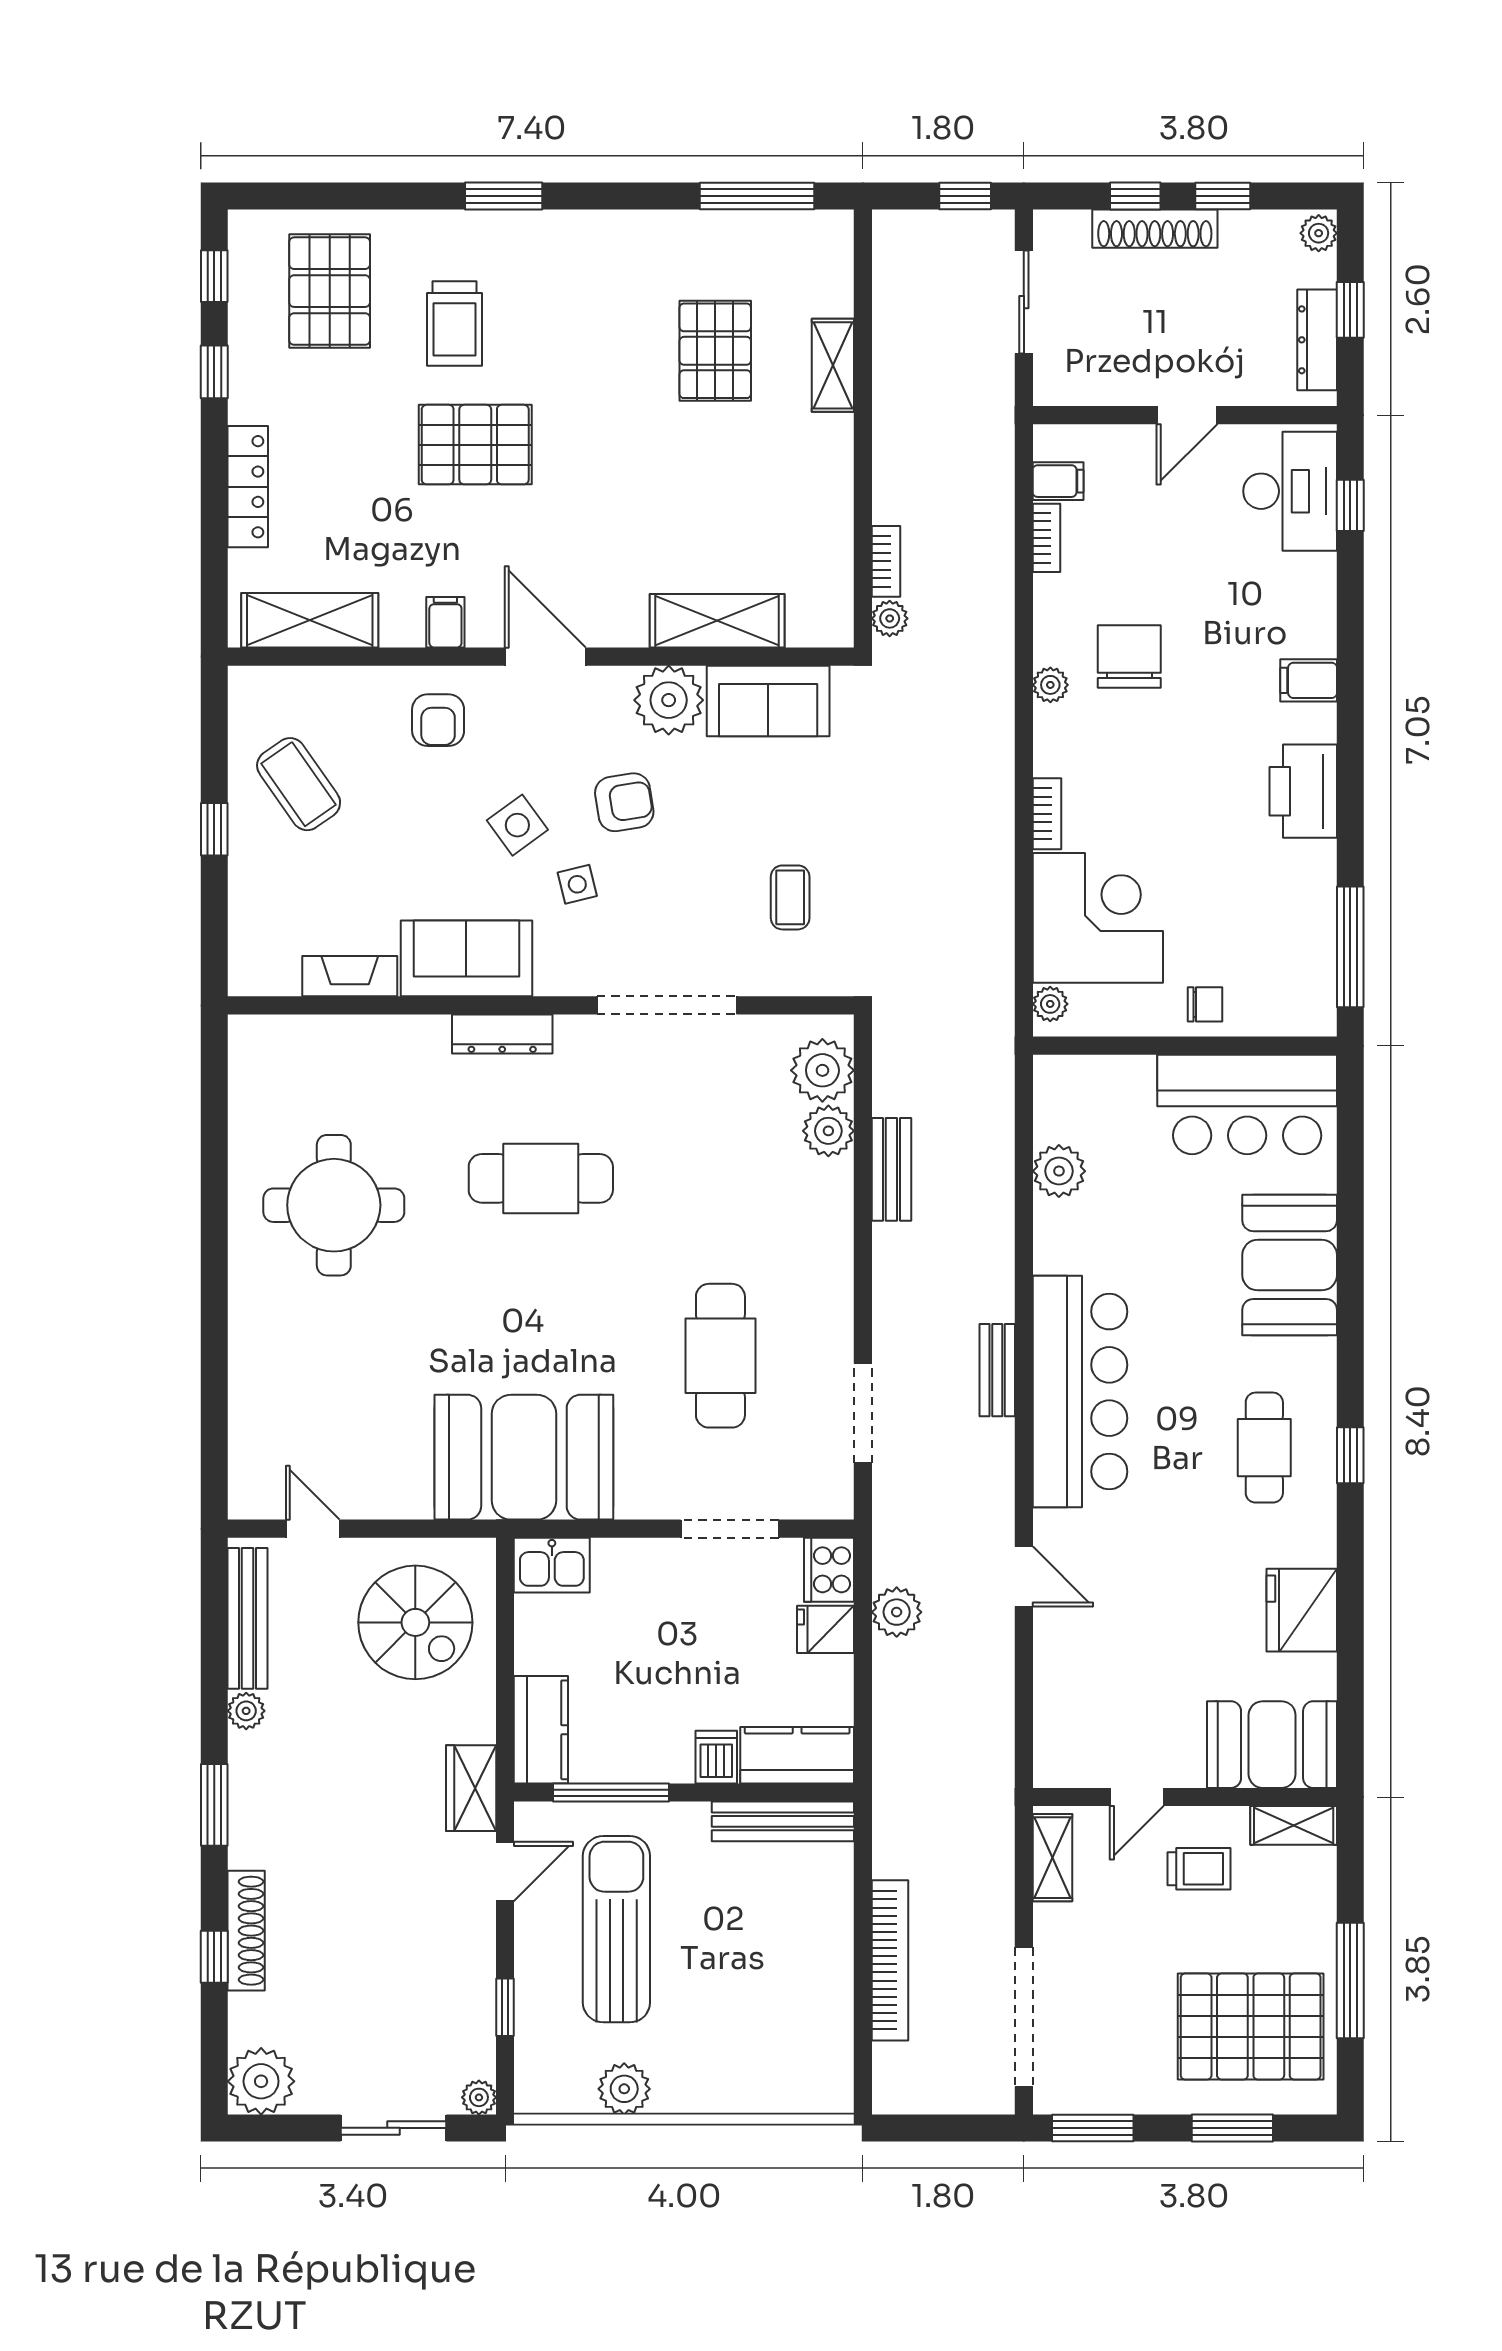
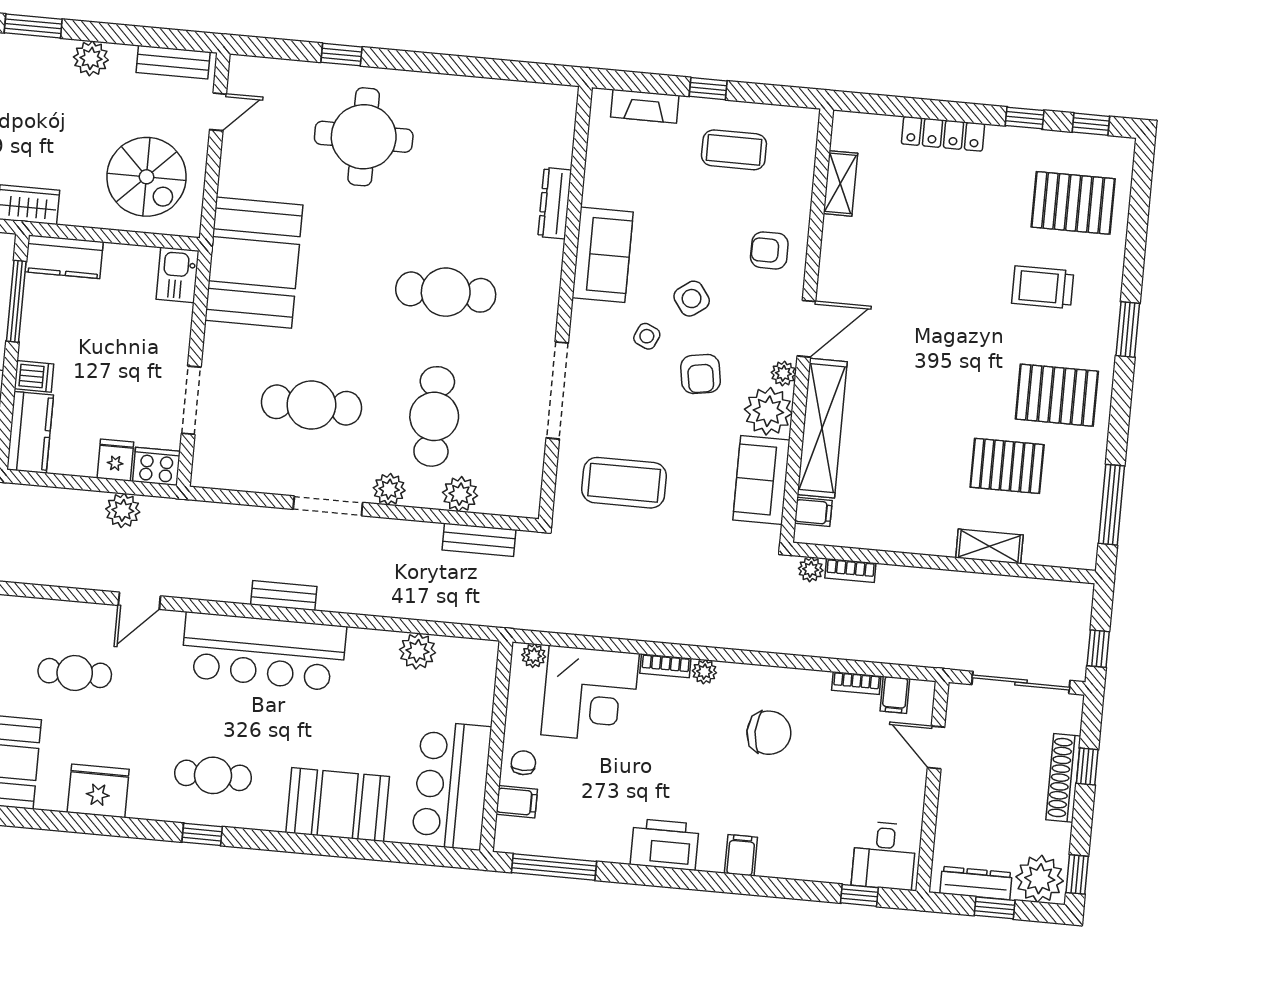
window: (1223, 196) -> (1077, 874), moved
plant: (1319, 233) -> (1040, 879), width x1.88, depth x1.88
sliding door: (1024, 302) -> (1021, 683), width x1.37
door: (1187, 415) -> (936, 747), moved
pallet: (475, 445) -> (1057, 395), moved, turned 90
desk: (1290, 491) -> (884, 856), width x0.73
shelving: (310, 620) -> (840, 183), width x0.67, depth x0.75
shelving: (717, 621) -> (822, 428), width x1.47
filing cabinet: (445, 622) -> (813, 512), moved
plant: (612, 683) -> (783, 373), added
plant: (1050, 685) -> (704, 672), moved
coffee table: (299, 784) -> (734, 150), turned 35
side table: (577, 884) -> (647, 336), turned 38
coffee table: (790, 897) -> (624, 483), width x1.86, depth x1.72
fireplace: (350, 976) -> (645, 106), moved, turned 90
chair: (1205, 1004) -> (523, 763), turned 180
filing cabinet: (1262, 1009) -> (517, 802), added
dresser: (502, 1034) -> (555, 203), moved
plant: (822, 1070) -> (389, 489), moved, width x0.73, depth x0.73
bench: (891, 1169) -> (479, 540), moved
cafe table: (541, 1178) -> (446, 292), turned 90
cafe table: (720, 1178) -> (434, 416), added
round table: (334, 1205) -> (364, 137), moved
window: (214, 1359) -> (341, 55), added
doorway: (863, 1413) -> (328, 506), moved
bench: (247, 1618) -> (173, 62), width x0.73
spiral stairs: (415, 1622) -> (147, 177), turned -90
cafe table: (1136, 1659) -> (75, 673), added
plant: (246, 1711) -> (91, 58), width x1.38, depth x1.38

